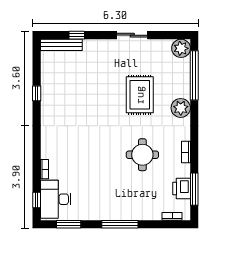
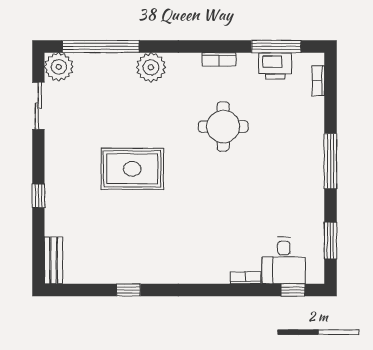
window: (77, 35) -> (38, 196), moved
sliding door: (132, 35) -> (38, 106), moved
bench: (61, 45) -> (53, 260), width x0.73
rug: (140, 95) -> (132, 169), moved
desk: (56, 199) -> (284, 261), width x0.73

